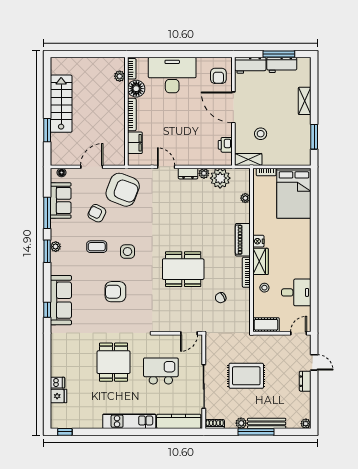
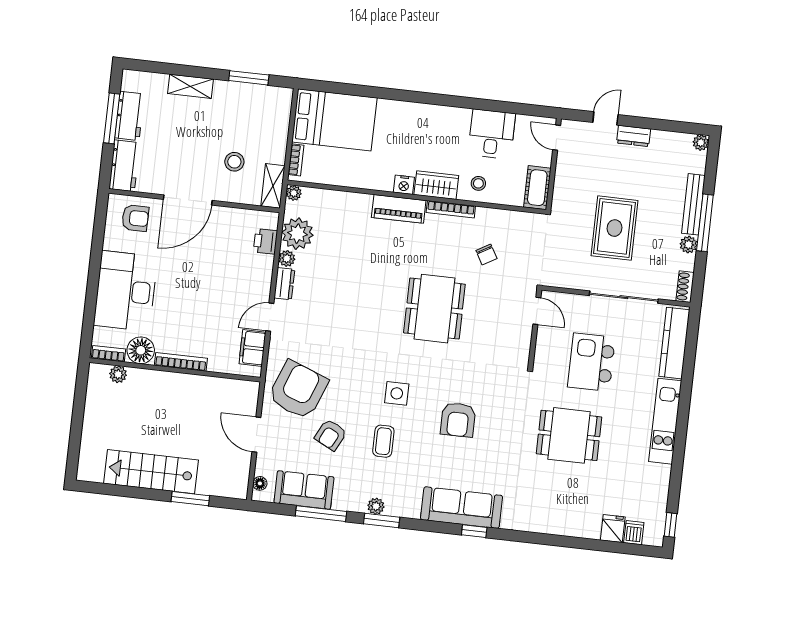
filing cabinet: (135, 143) -> (252, 348), moved, turned -90
printer: (225, 145) -> (265, 241), moved, turned 90
plant: (245, 198) -> (294, 193), moved
dishwasher: (57, 383) -> (634, 533), moved

